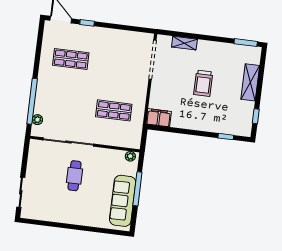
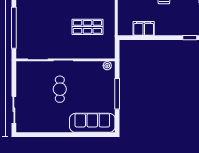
filing cabinet: (159, 118) -> (144, 28), moved
plant: (37, 120) -> (21, 43), removed
sofa: (123, 201) -> (92, 123), moved, turned 90

